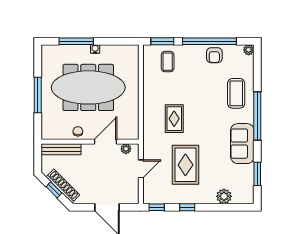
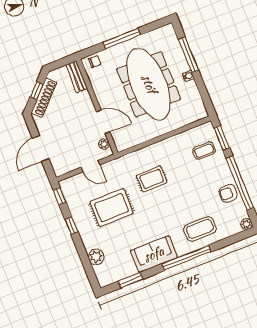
chair: (78, 131) -> (95, 62), moved
bench: (61, 149) -> (77, 77), width x0.73

